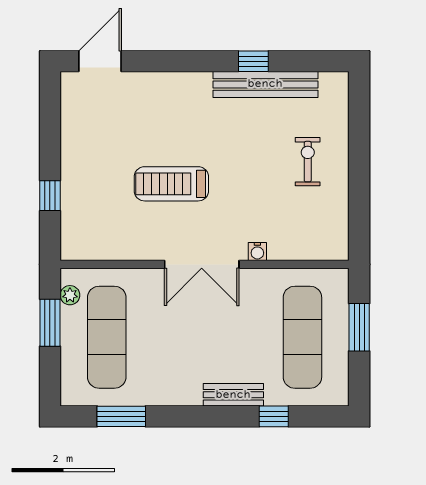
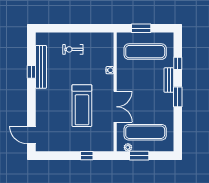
treadmill: (171, 184) -> (82, 106), width x1.37, depth x1.38
double door: (202, 264) -> (115, 107), moved
window: (121, 416) -> (178, 97), moved

